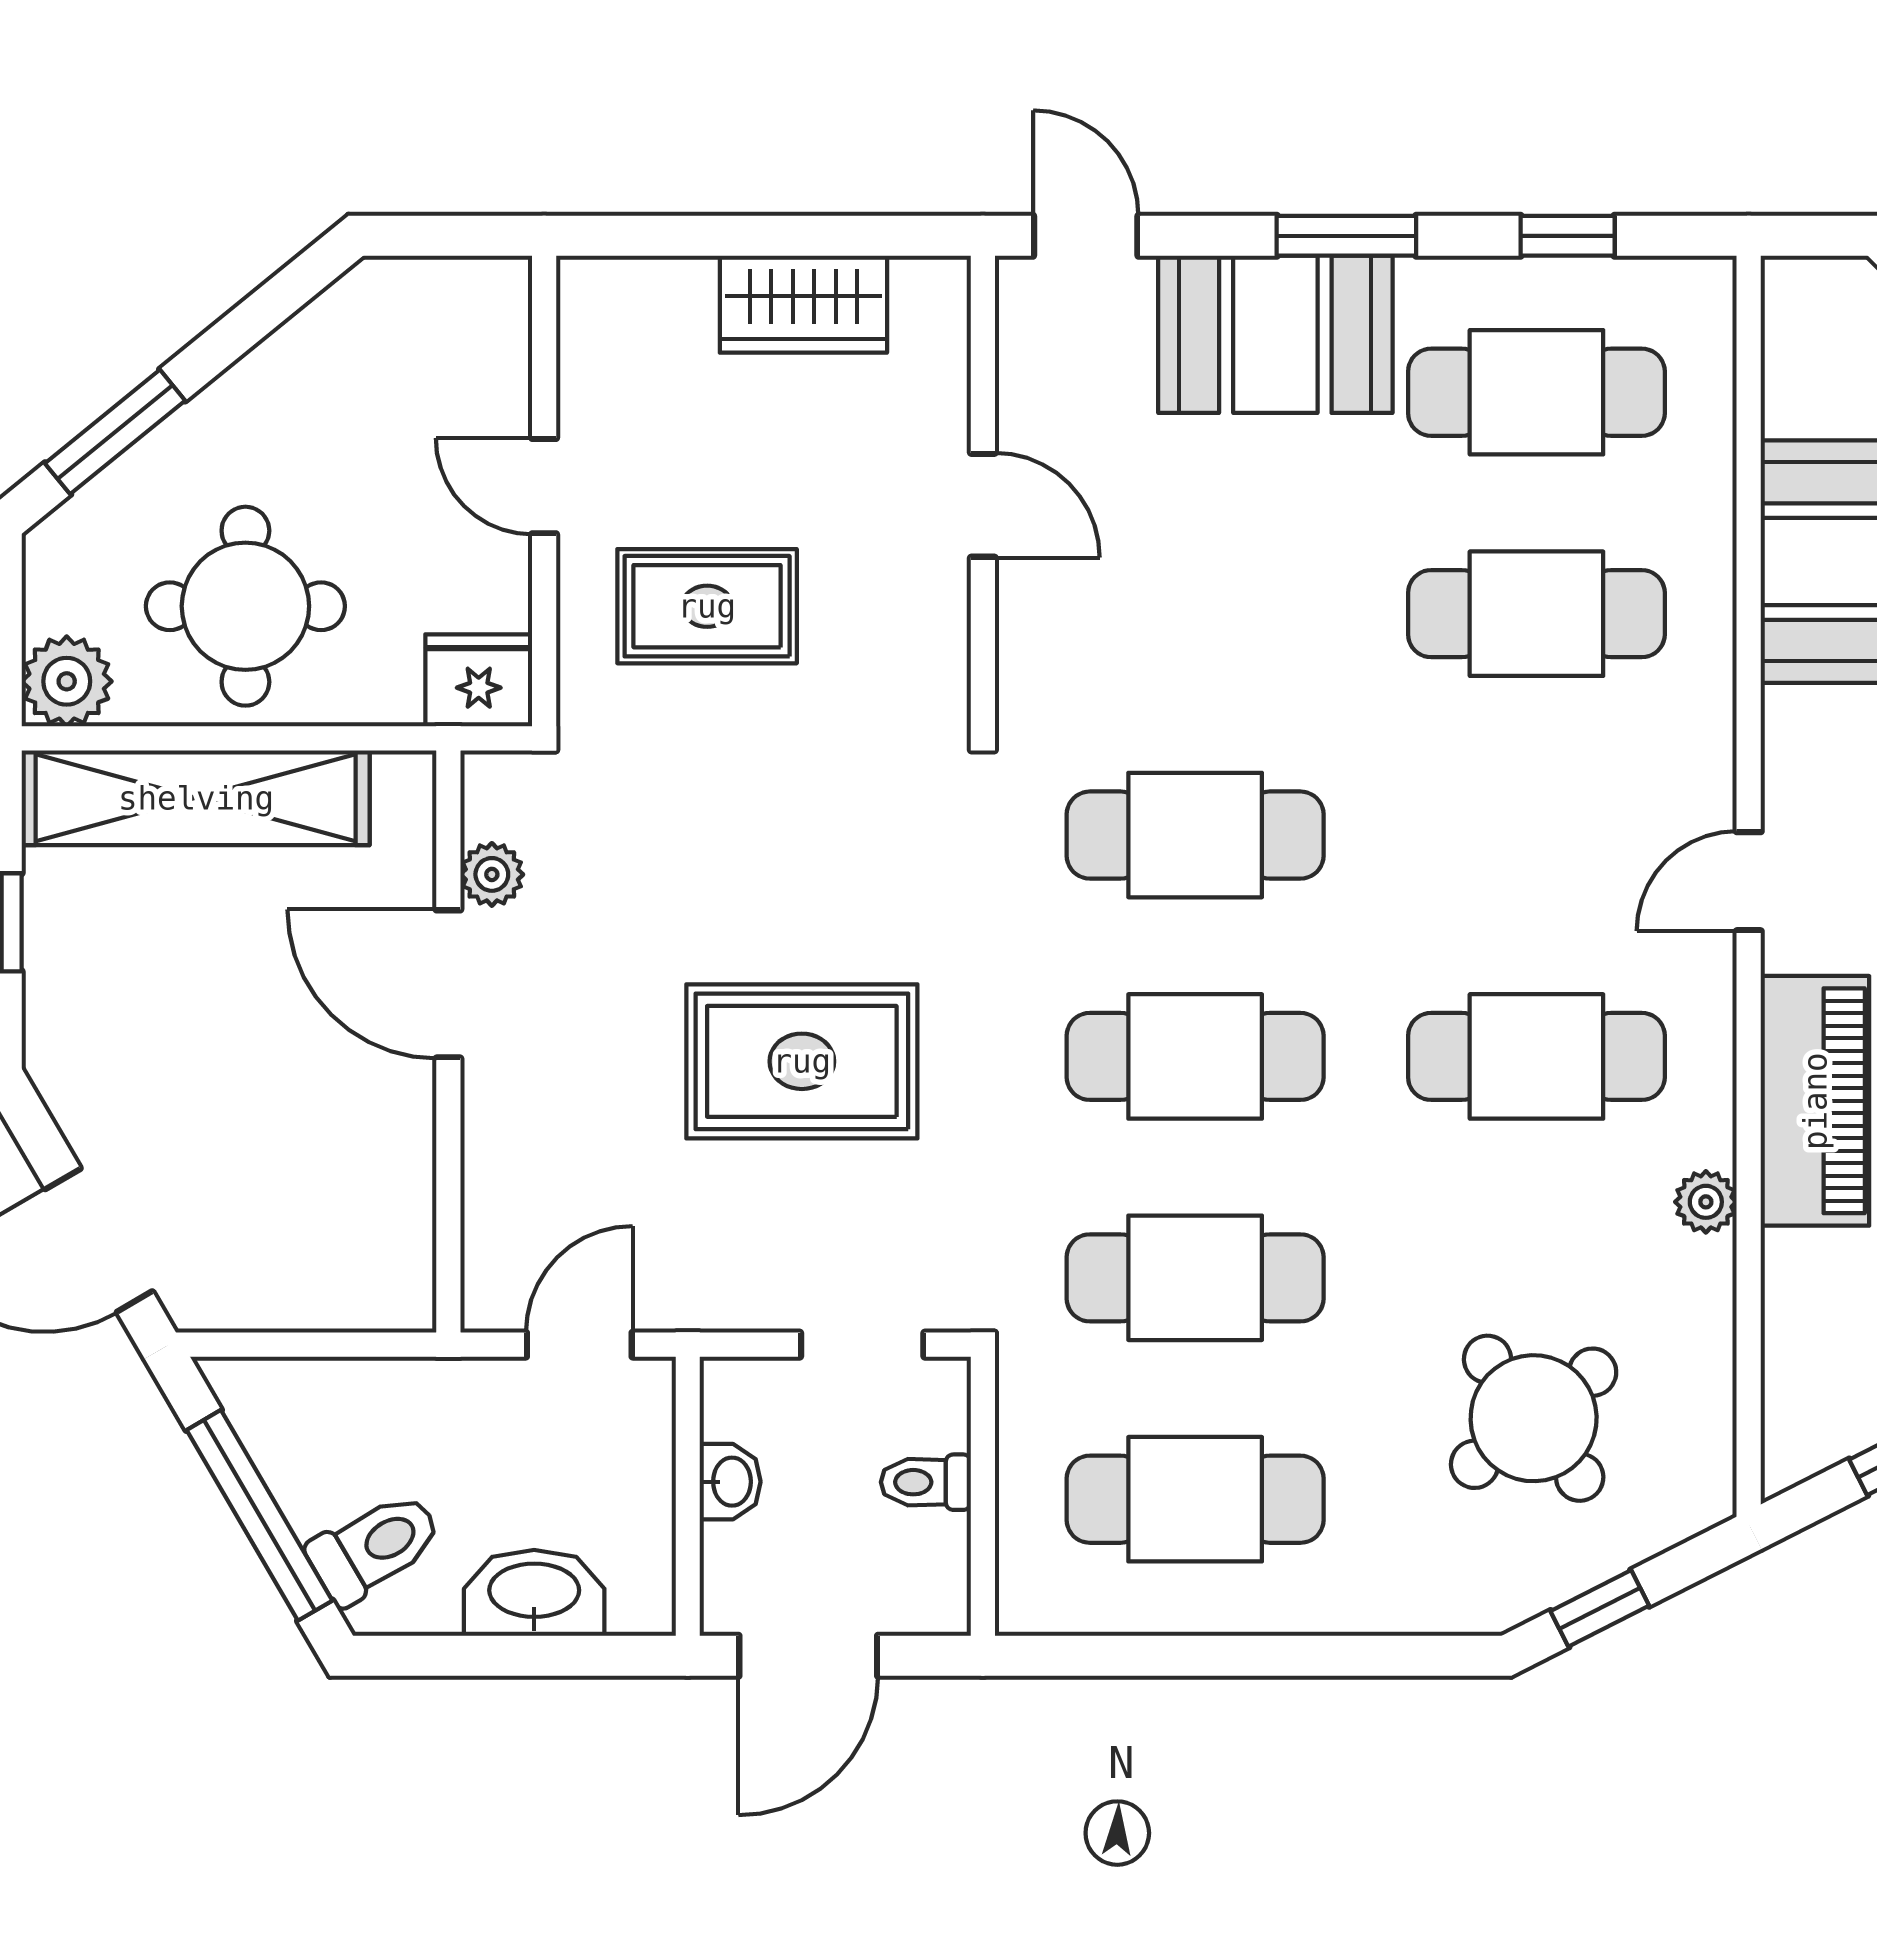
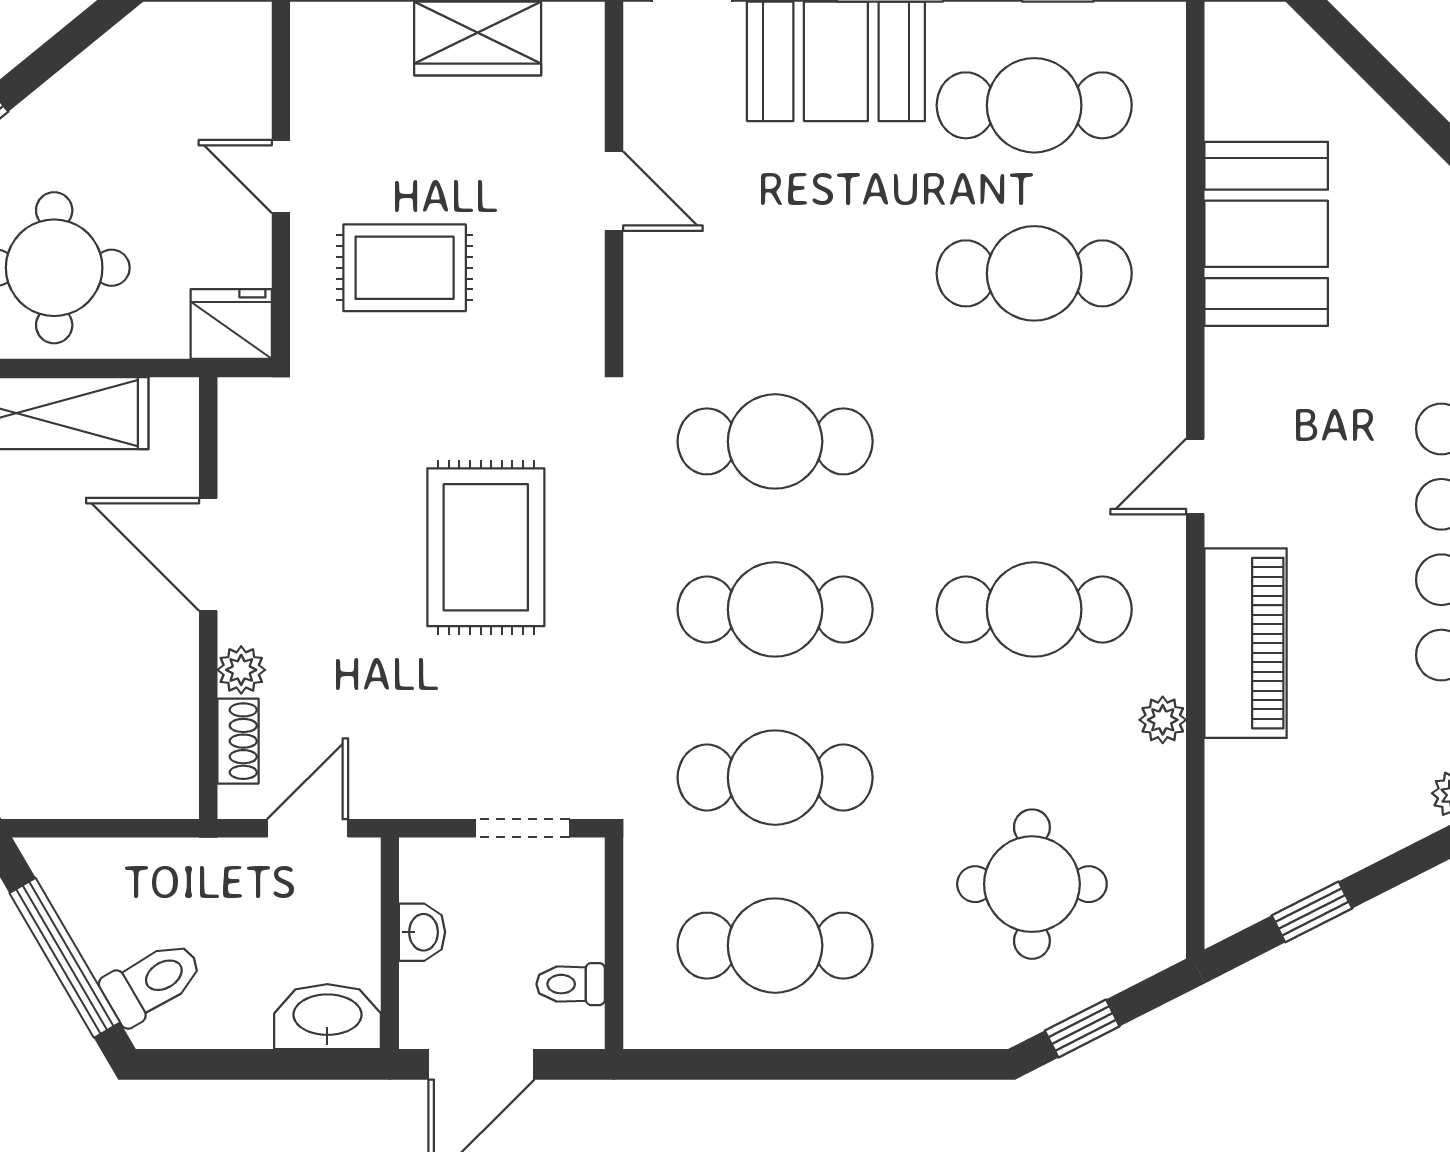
plant: (492, 874) -> (241, 670), moved
rug: (802, 1061) -> (486, 547), moved, turned 90
shoe rack: (488, 1230) -> (238, 741), added
round table: (1534, 1418) -> (1032, 884), turned 38
toilet: (926, 1482) -> (571, 984), moved
washbasin: (534, 1593) -> (327, 1017), moved

